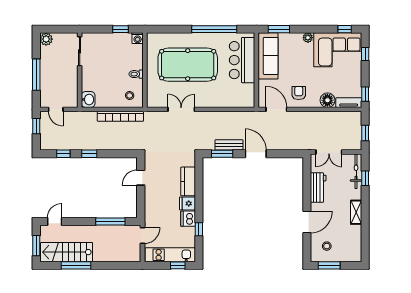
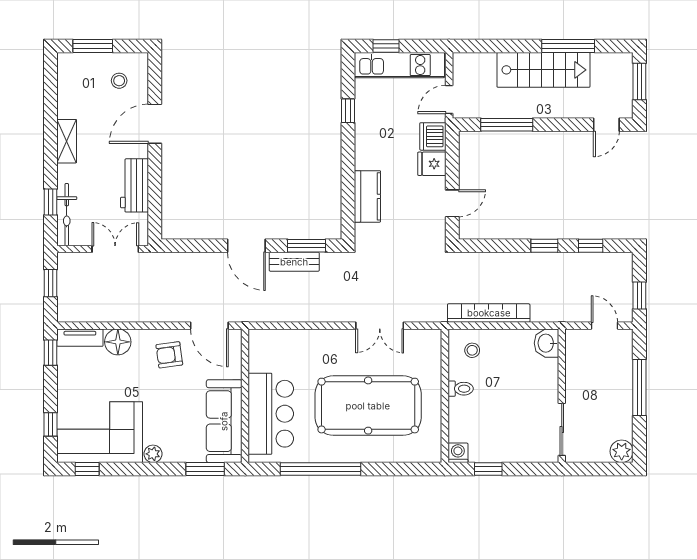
armchair: (299, 93) -> (169, 355), turned 82
fridge: (187, 203) -> (432, 164), moved, turned 180
dishwasher: (188, 219) -> (433, 136), moved, turned 180
stairs: (67, 252) -> (543, 70), moved
window: (329, 265) -> (93, 46), moved

